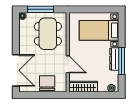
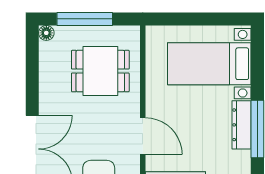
dining table: (48, 34) -> (100, 71), width x0.73

